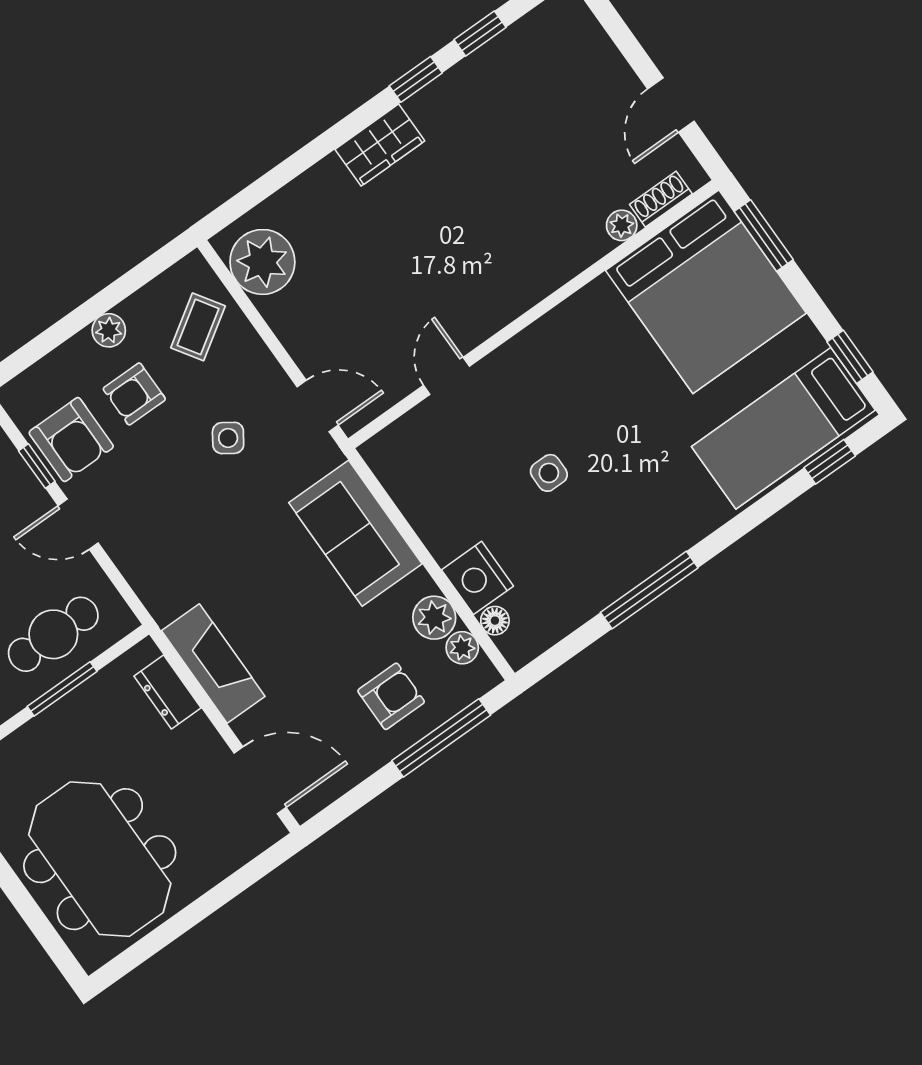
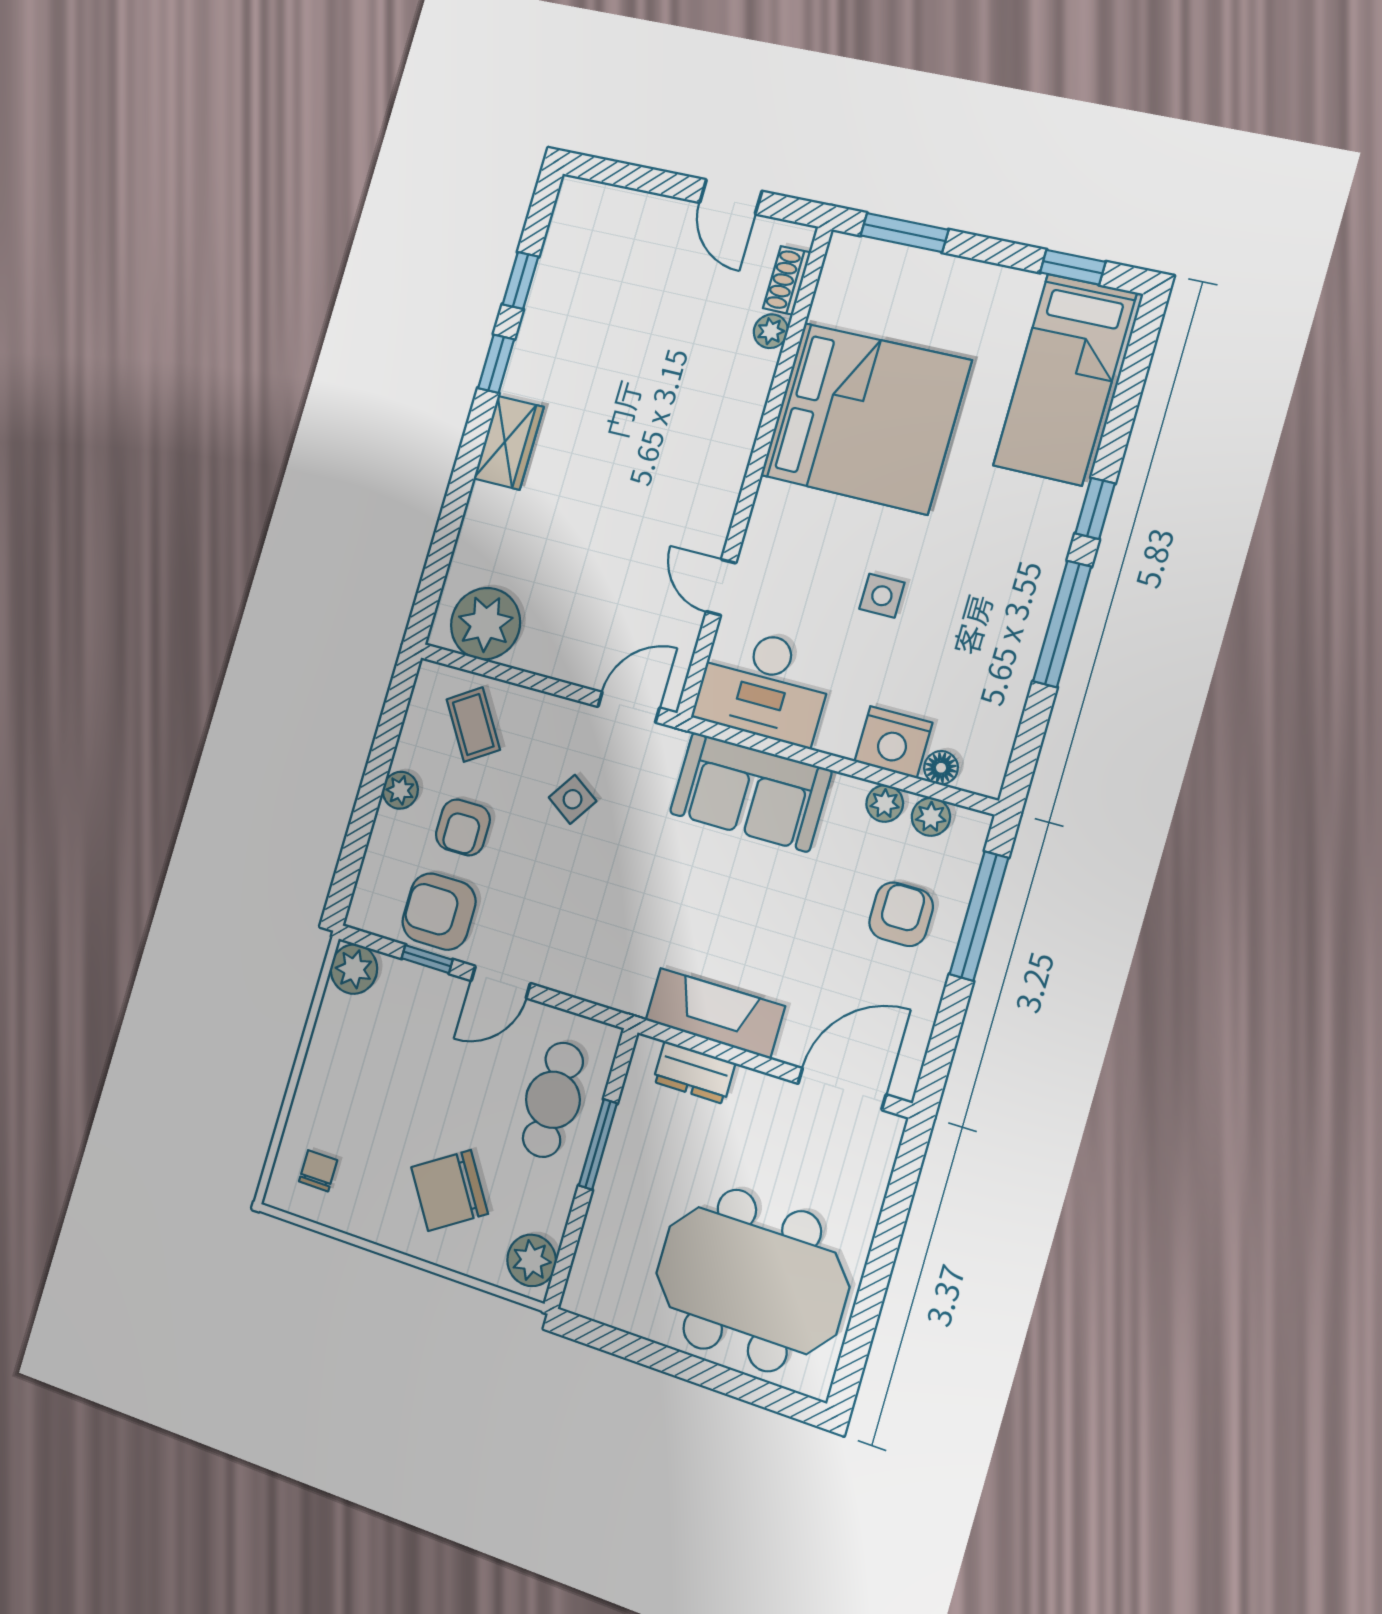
bed: (706, 292) -> (865, 418), moved
armchair: (71, 440) -> (439, 912), turned 180
window: (830, 462) -> (1095, 508), moved
desk: (422, 468) -> (764, 685), added
plant: (434, 618) -> (885, 803), width x0.73, depth x0.73

